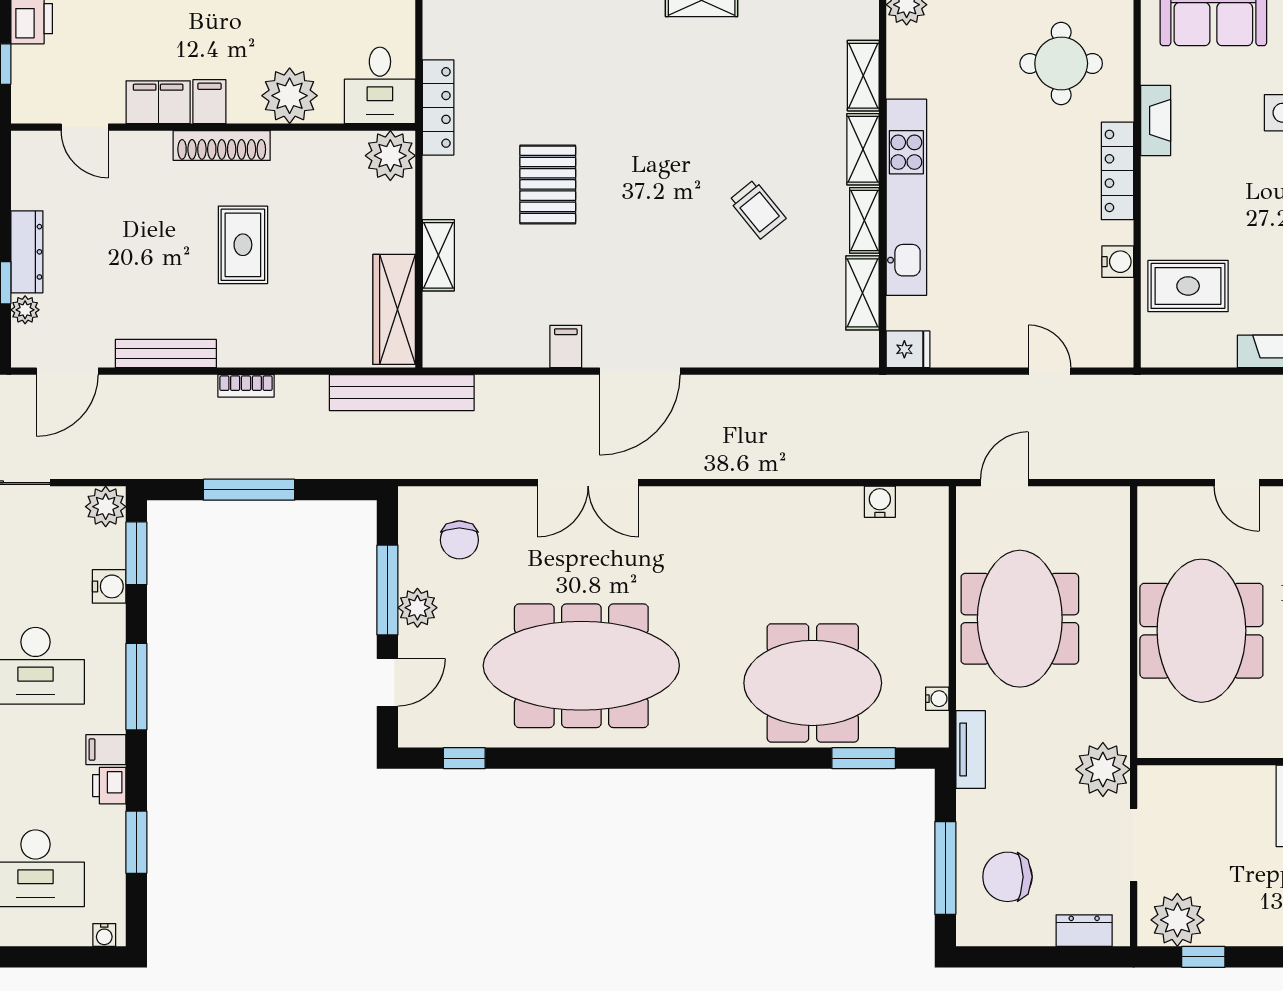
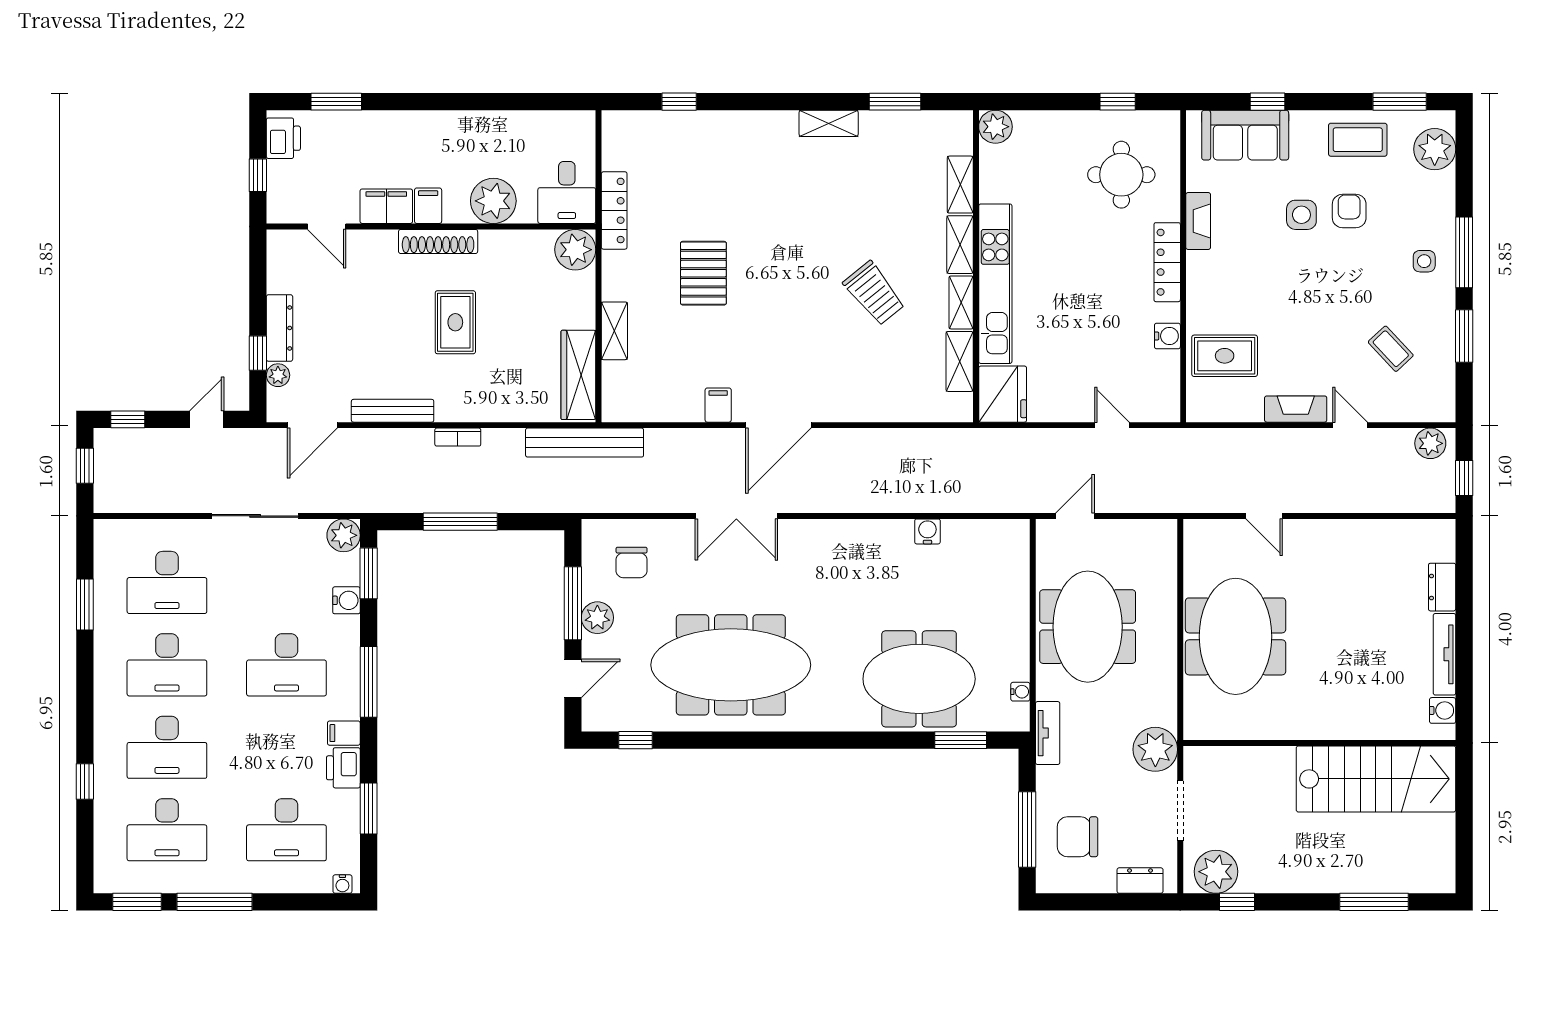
trolley: (757, 209) -> (874, 293), width x1.36, depth x1.39
fridge: (908, 349) -> (1003, 394), width x1.88, depth x1.34
water cooler: (880, 502) -> (927, 531), moved
printer: (109, 786) -> (343, 768), width x1.36, depth x1.24

